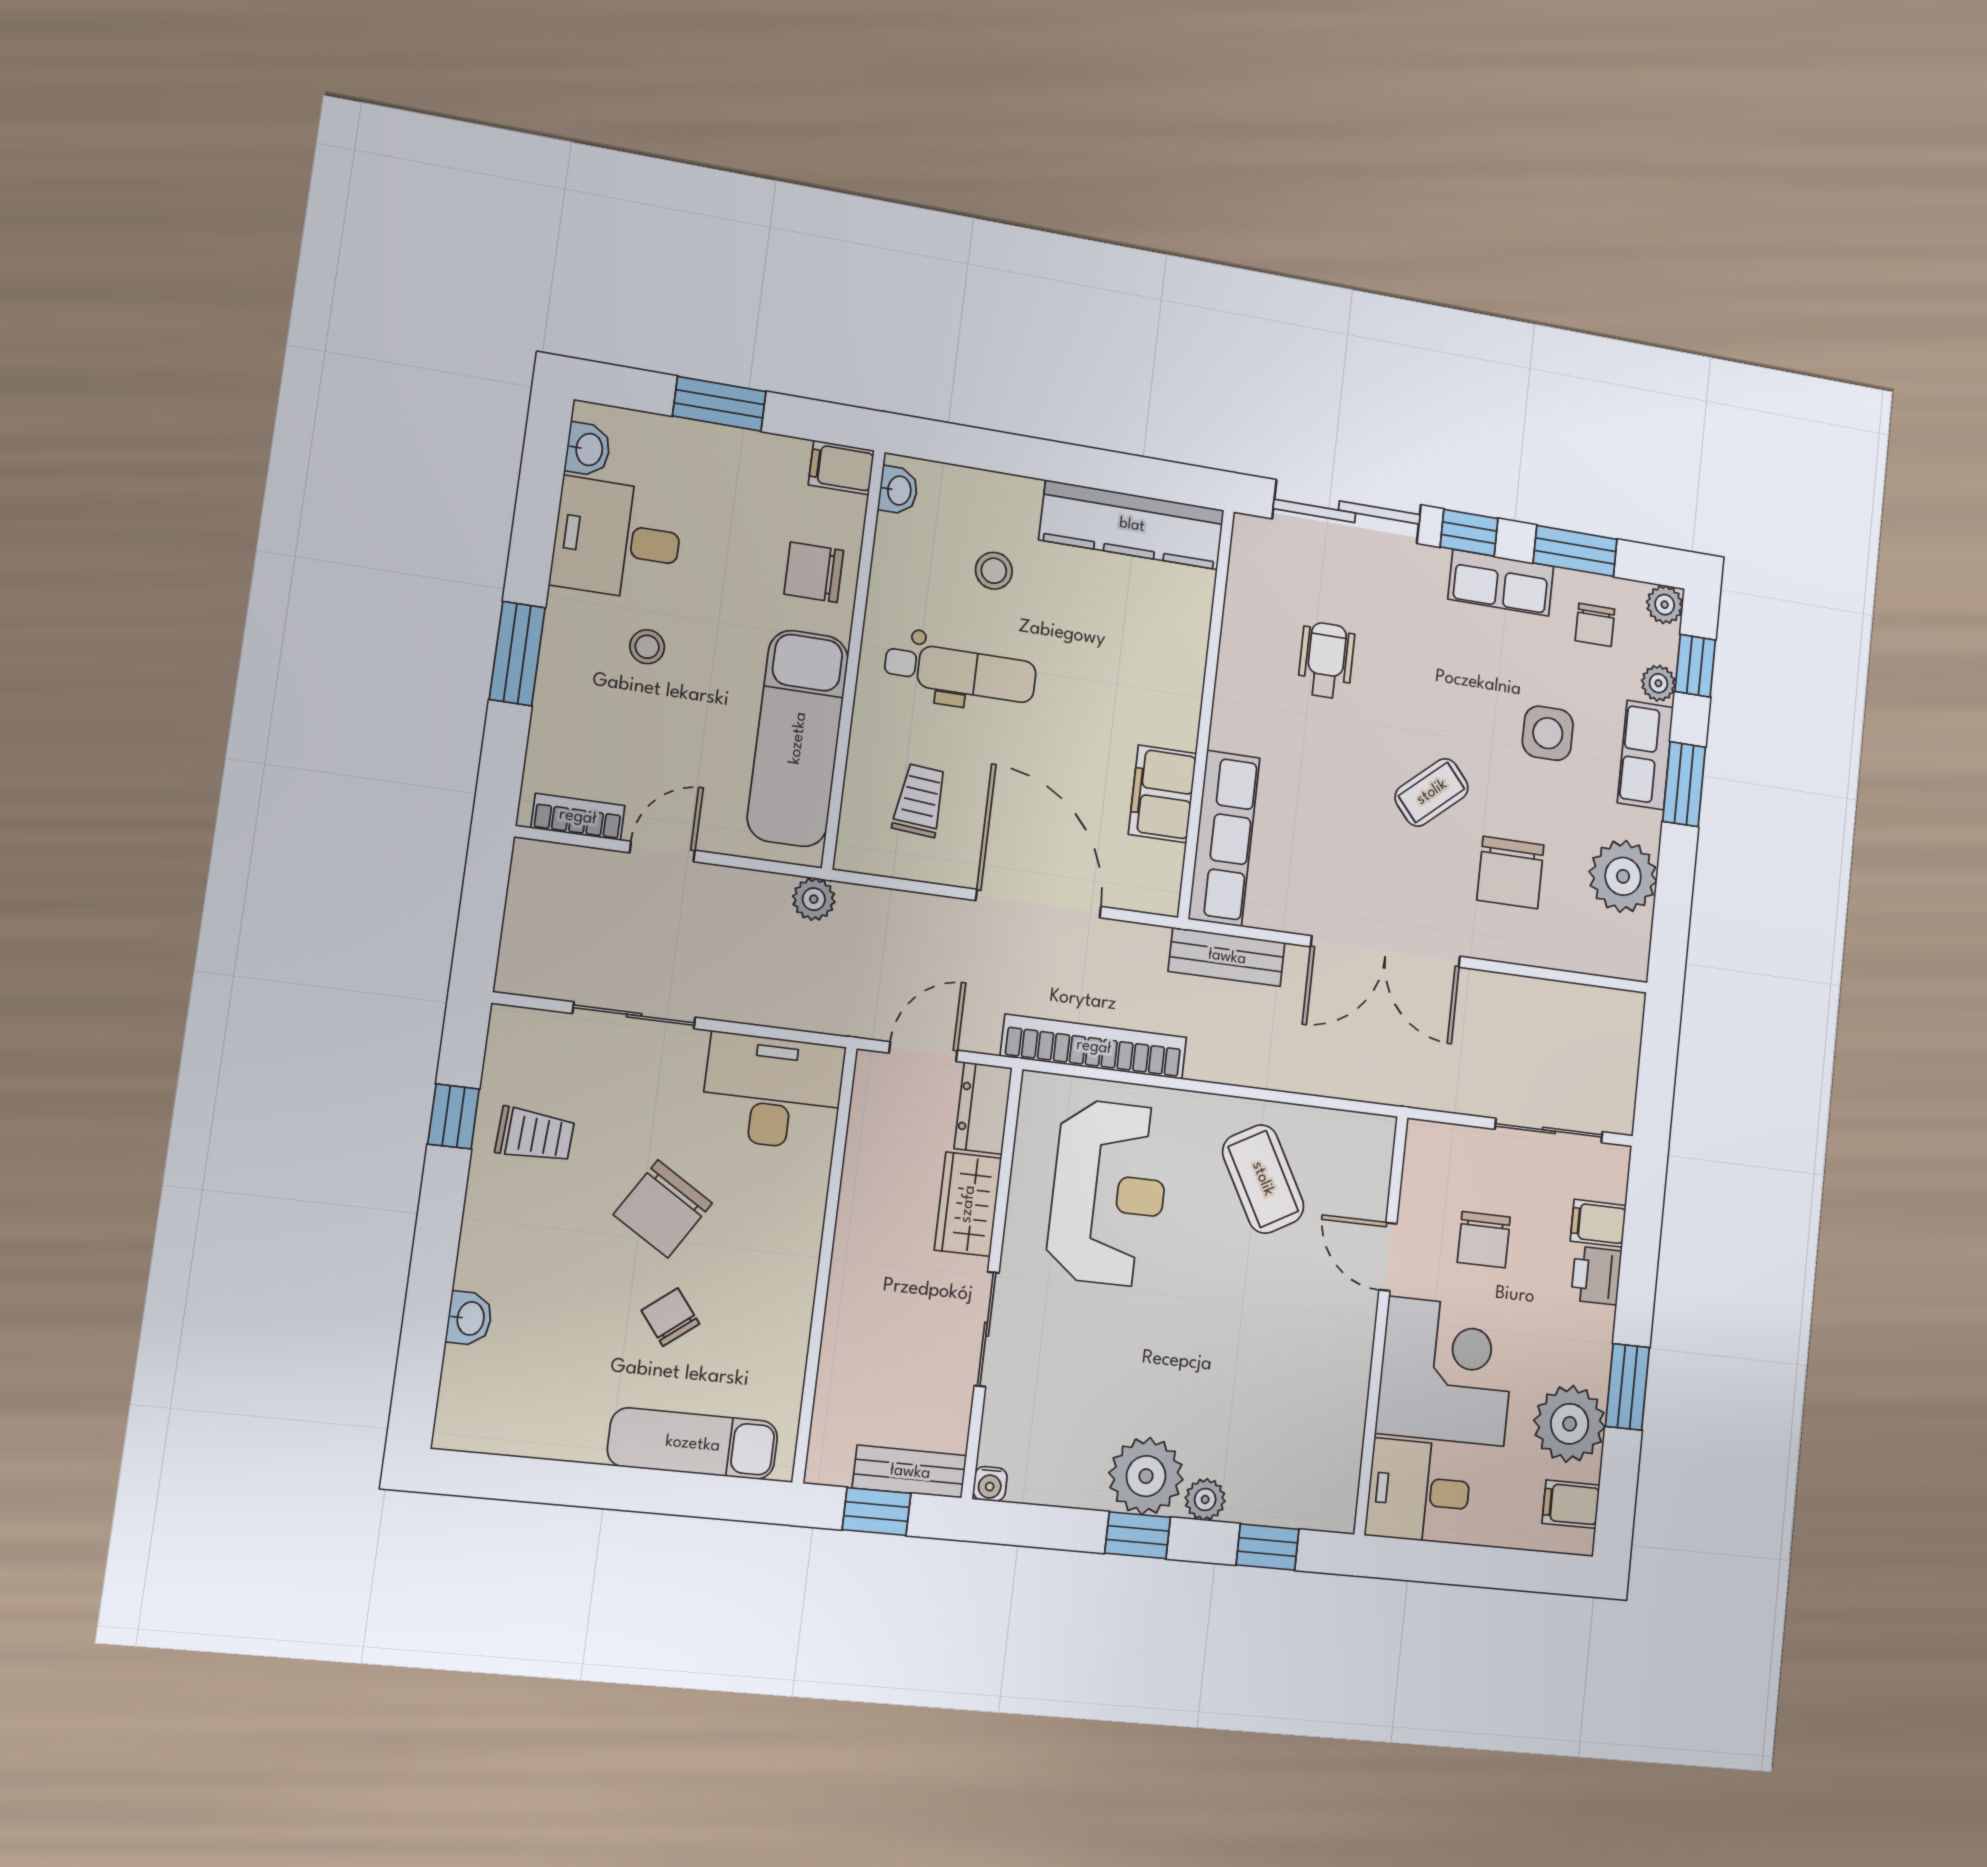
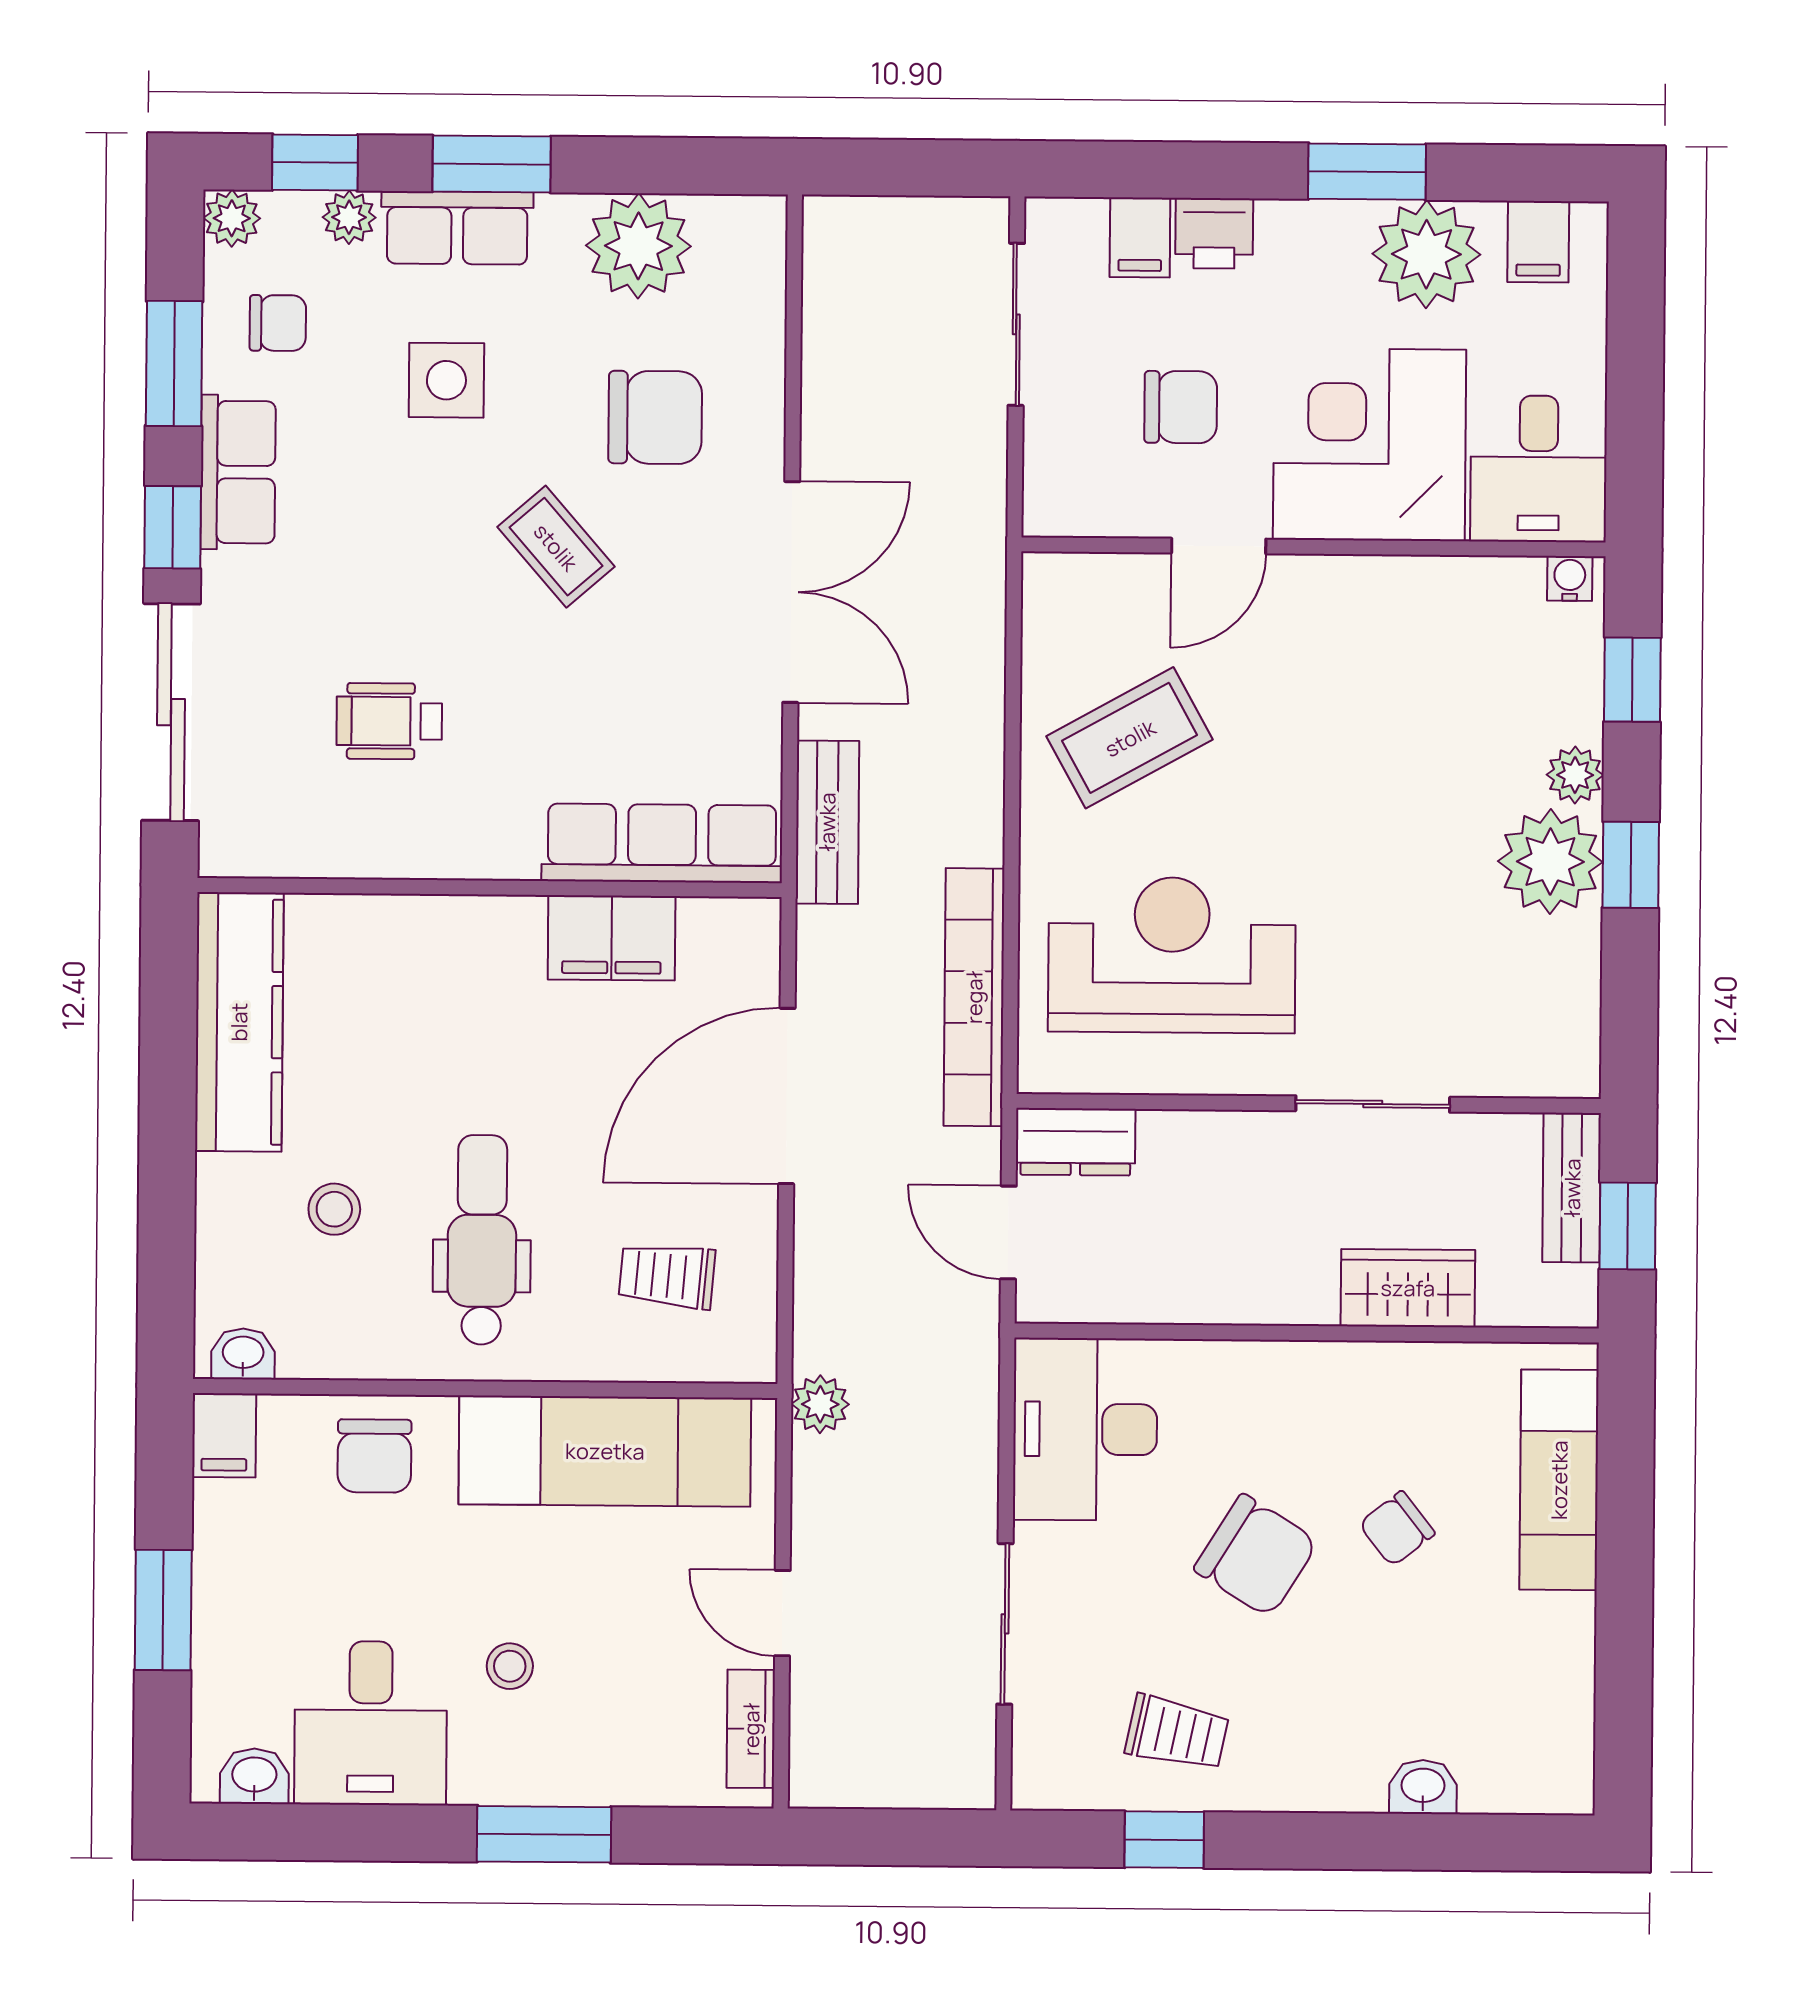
trolley: (535, 1135) -> (1177, 1733), turned 99
wardrobe: (968, 1204) -> (1408, 1288), moved, turned 180
water cooler: (990, 1484) -> (1570, 579), moved, turned -90

